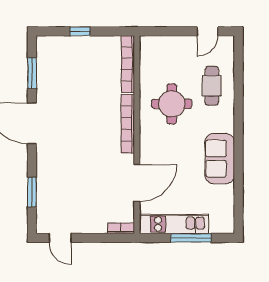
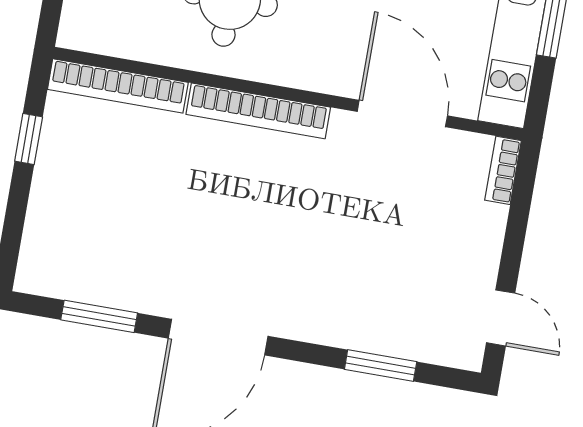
window: (80, 31) -> (29, 139), moved
door: (60, 238) -> (501, 318), hinge flipped

